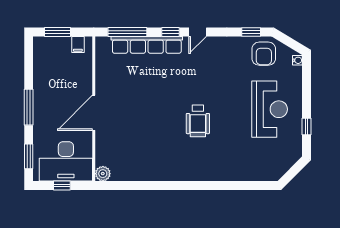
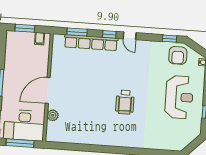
window: (127, 32) -> (77, 32), width x0.69
door: (198, 32) -> (130, 36), hinge flipped
plant: (103, 174) -> (53, 115), moved
window: (62, 185) -> (20, 143), width x2.17

